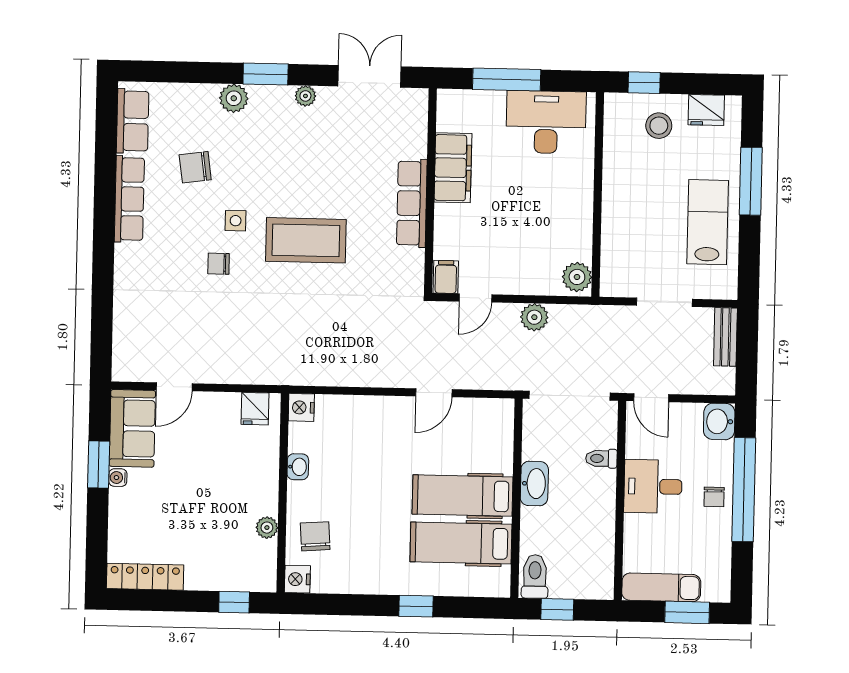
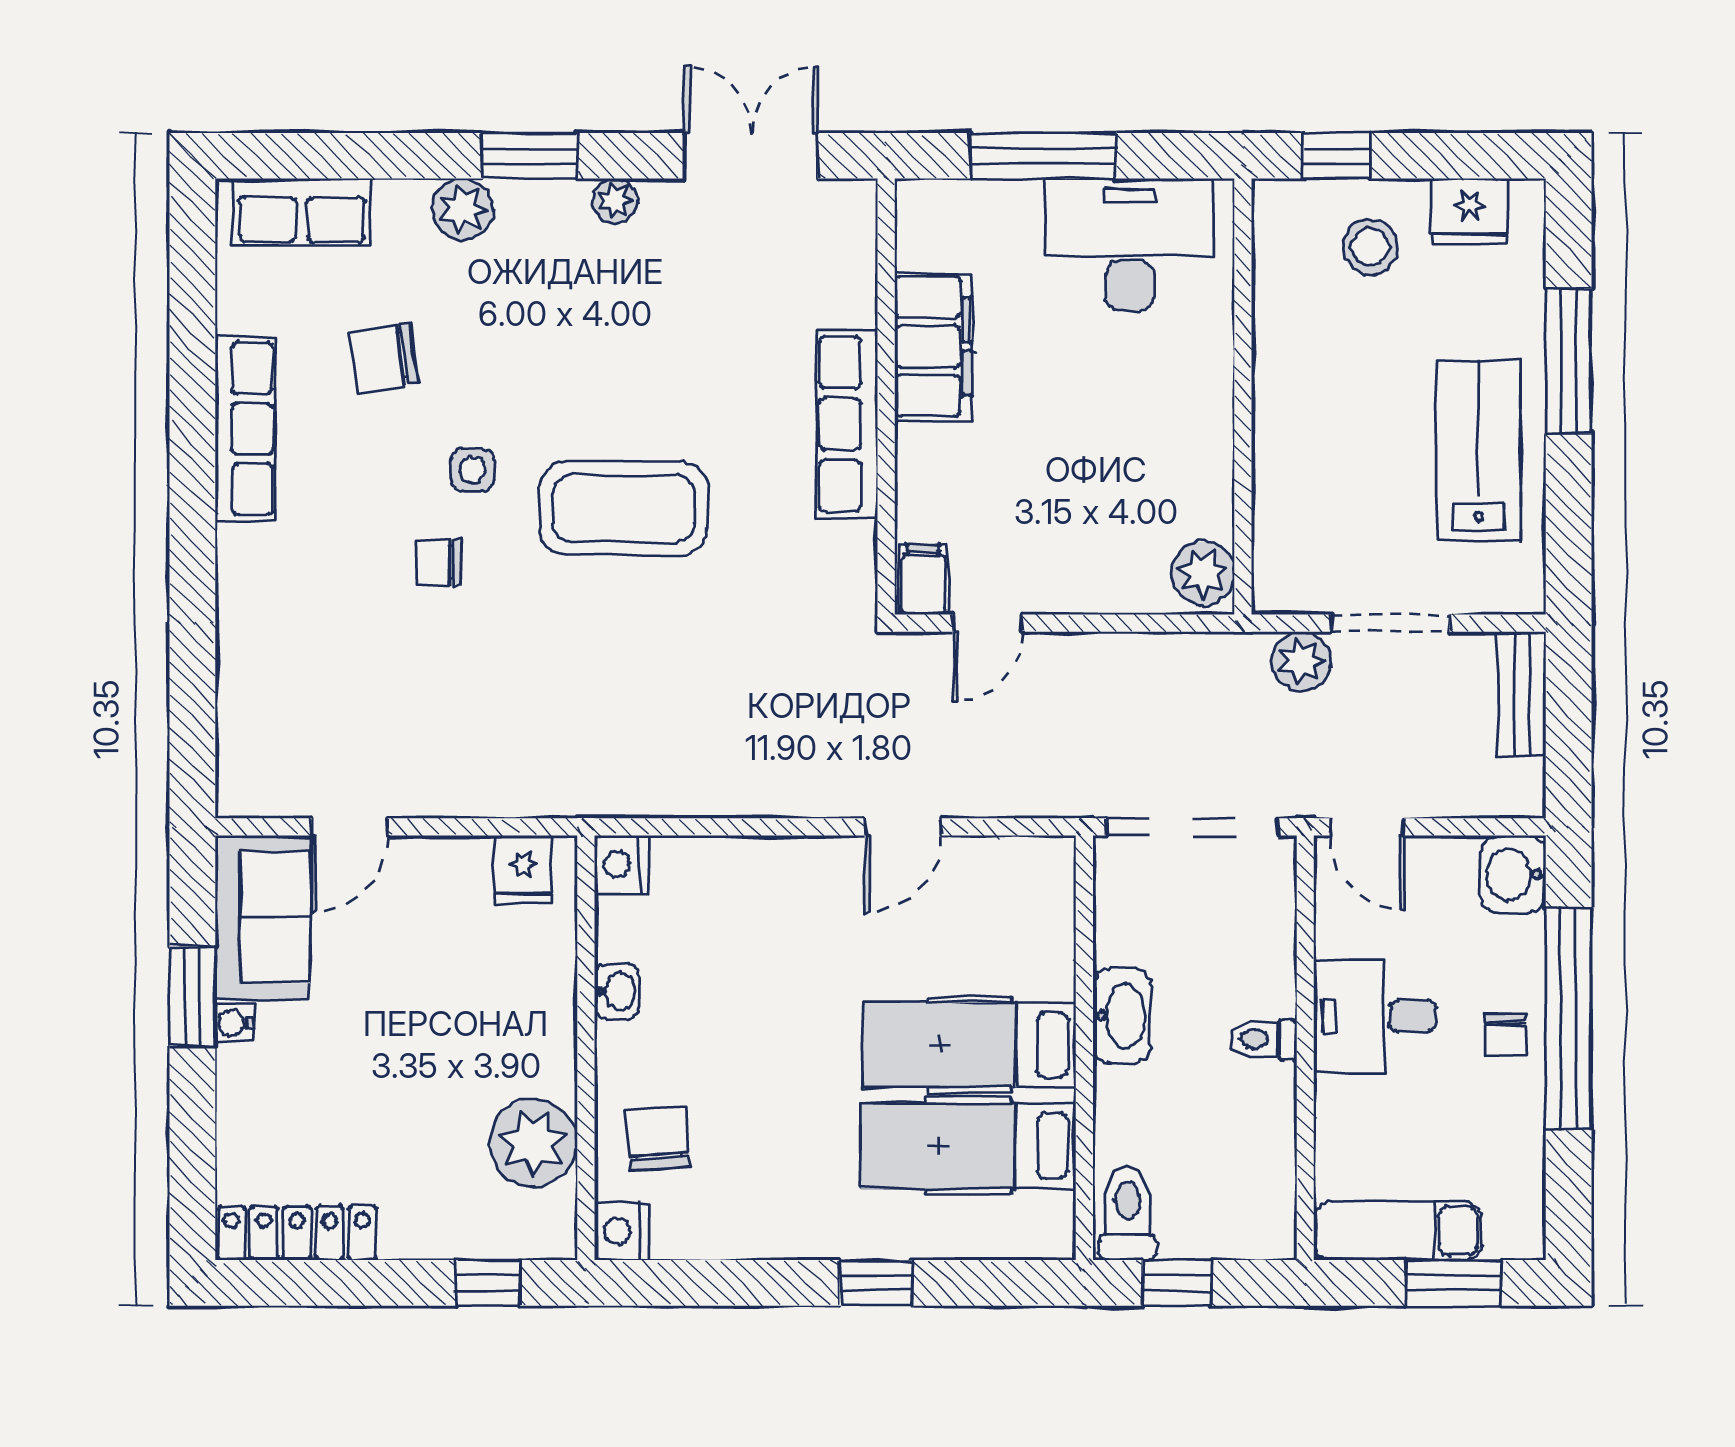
row of seats: (133, 121) -> (302, 212), moved, turned 90
plant: (534, 317) -> (1301, 661), moved
toilet: (601, 458) -> (1264, 1039), moved
plant: (267, 528) -> (534, 1143), width x1.88, depth x1.88

